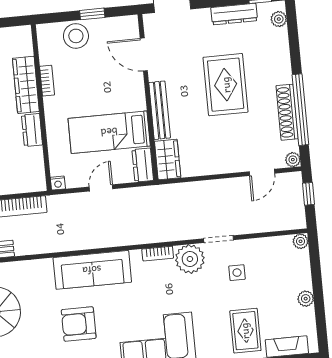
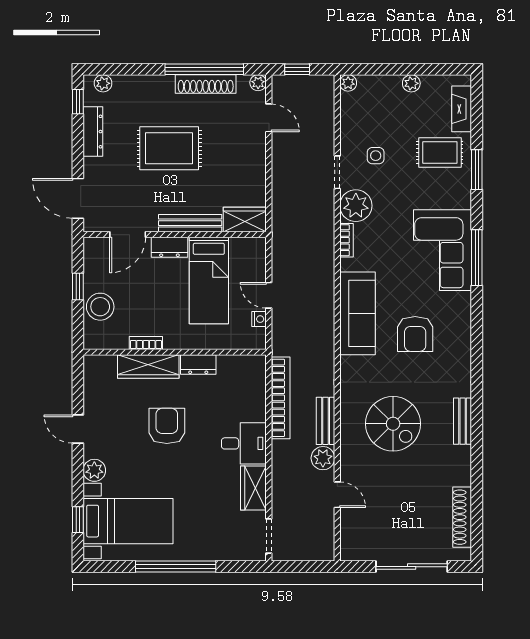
dresser: (143, 165) -> (169, 247), moved
nightstand: (58, 183) -> (259, 319), moved

